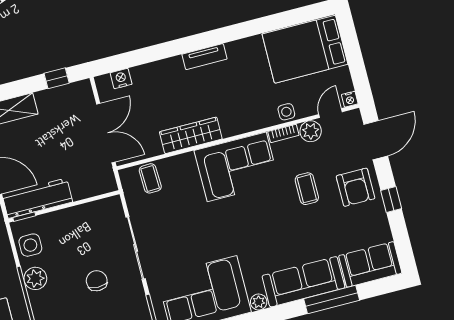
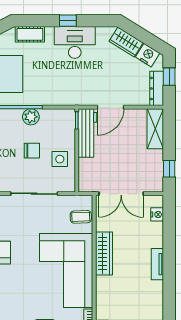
tv unit: (204, 57) -> (157, 264), moved
corner sofa: (237, 167) -> (66, 270), width x1.36, depth x1.36
side table: (30, 245) -> (60, 159), moved
chair: (97, 281) -> (32, 151), moved

